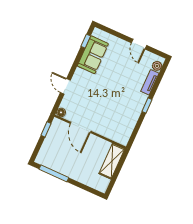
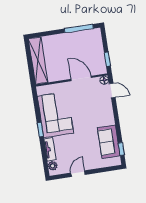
door: (139, 44) -> (78, 174), hinge flipped
door: (65, 86) -> (112, 90), moved
corner sofa: (125, 110) -> (55, 115), added
shelving: (112, 161) -> (38, 61), width x1.47

